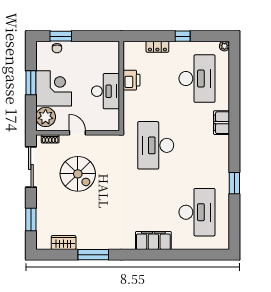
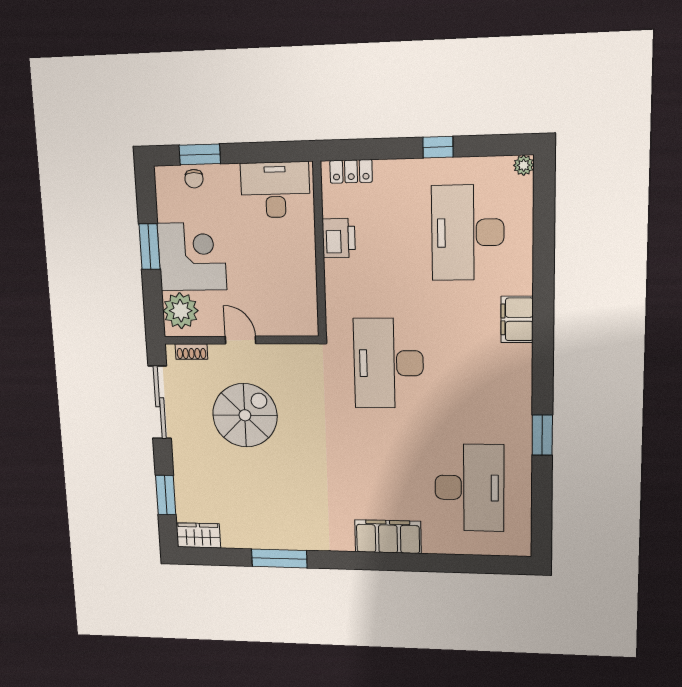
locker: (157, 47) -> (351, 171), moved
desk: (197, 79) -> (468, 233), turned 180
desk: (106, 91) -> (275, 190), moved, turned -90
spiral stairs: (78, 174) -> (245, 415), turned -90
wardrobe: (64, 243) -> (198, 535), moved

